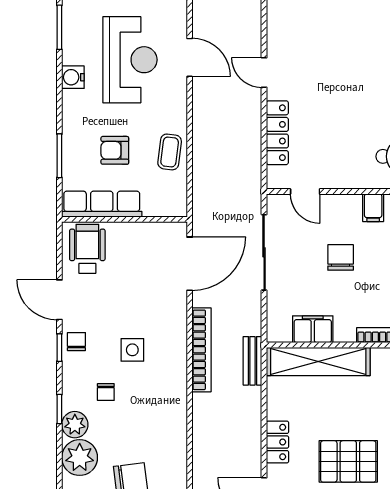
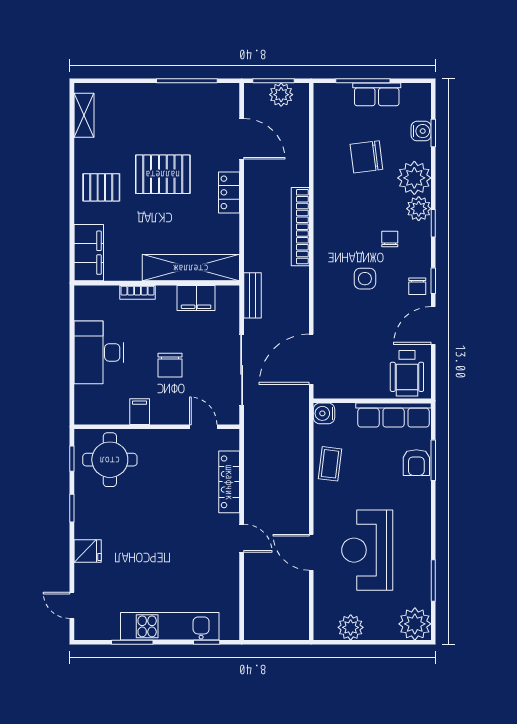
water cooler: (73, 77) -> (324, 413), moved, turned 180
armchair: (115, 150) -> (416, 463), moved, turned 90
door: (59, 300) -> (433, 325), swing flipped
bookcase: (201, 350) -> (300, 227), moved
bench: (252, 361) -> (252, 295), moved

